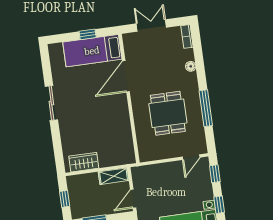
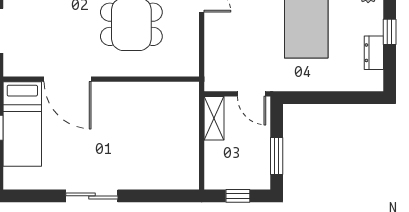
wardrobe: (84, 162) -> (187, 160), removed

